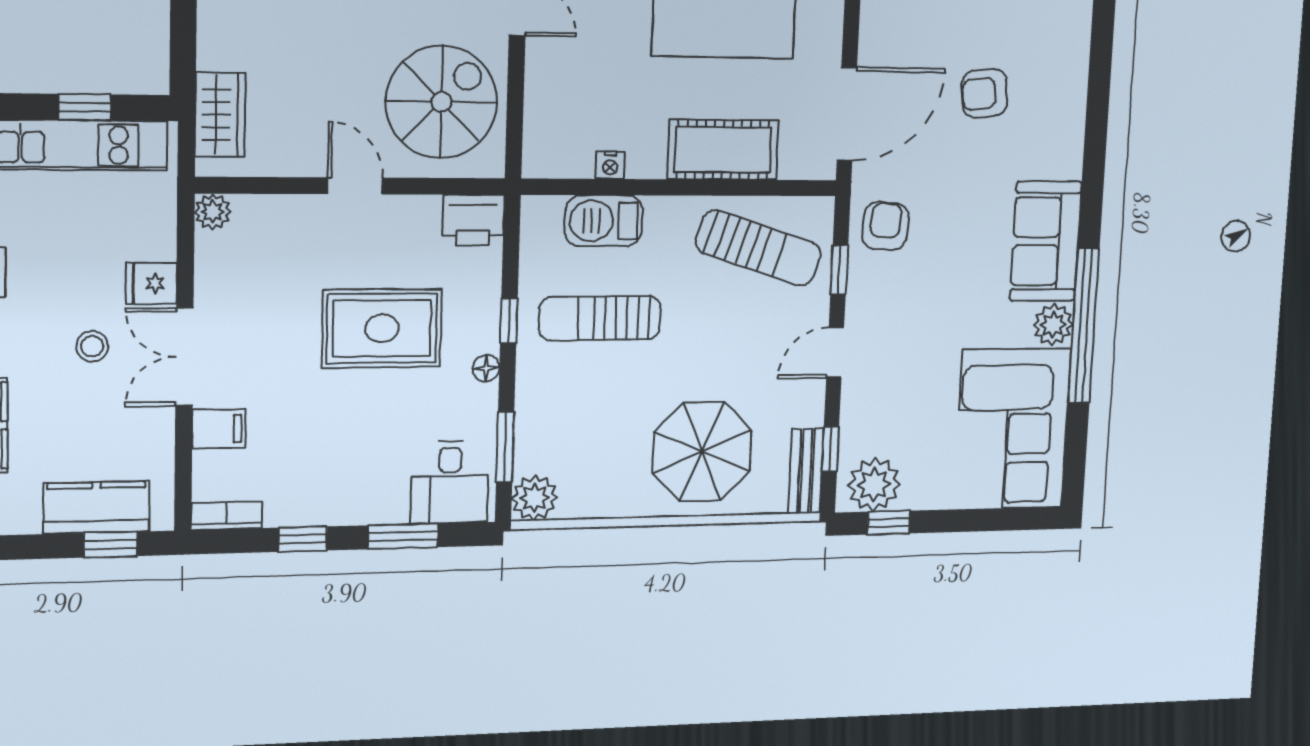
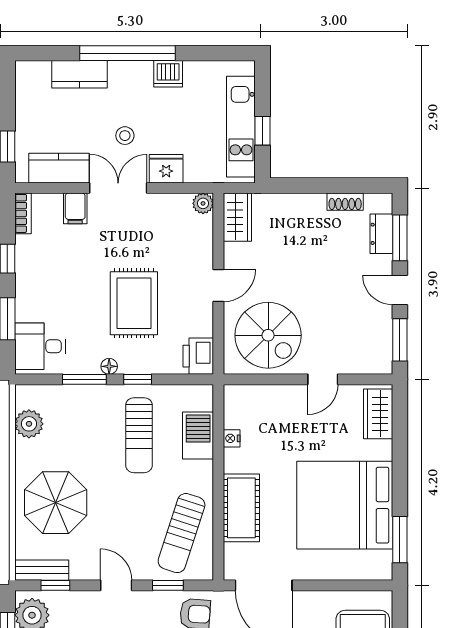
wardrobe: (220, 115) -> (237, 217), moved, turned -90
fridge: (151, 283) -> (166, 169), width x1.38
sun lounger: (600, 318) -> (139, 435), turned 180
window: (505, 447) -> (84, 379), moved
plant: (535, 498) -> (29, 424), moved
kitchen counter: (96, 507) -> (59, 168), moved, turned -90

